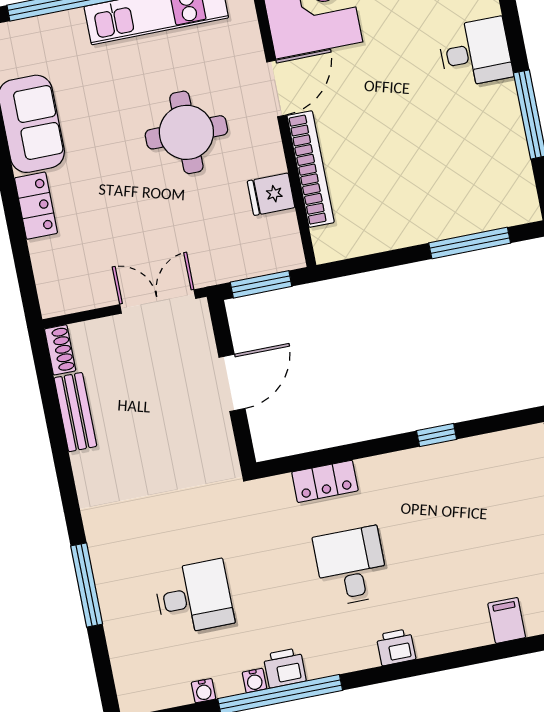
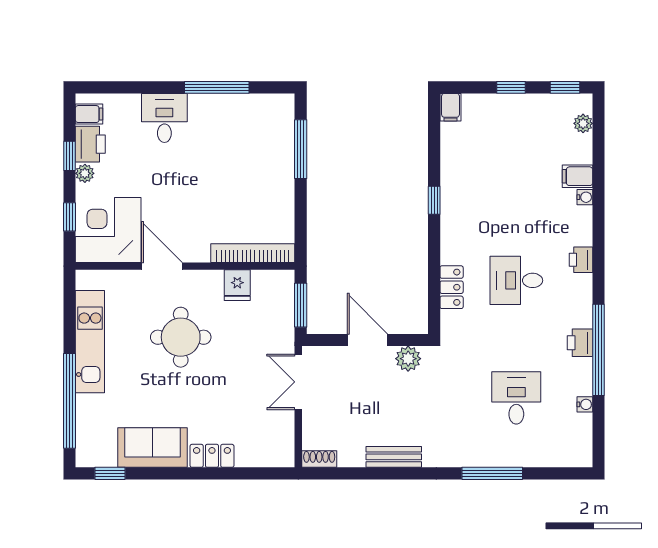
bookcase: (311, 169) -> (253, 253), moved
bench: (75, 412) -> (394, 457), moved
plant: (218, 442) -> (408, 359), added
water cooler: (254, 681) -> (585, 197), moved

